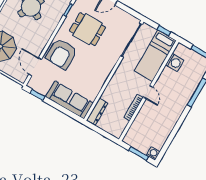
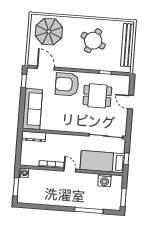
dining table: (88, 29) -> (97, 96), turned 90
door: (35, 67) -> (46, 68), hinge flipped
door: (148, 92) -> (70, 170), swing flipped
washing machine: (153, 153) -> (24, 173), moved

